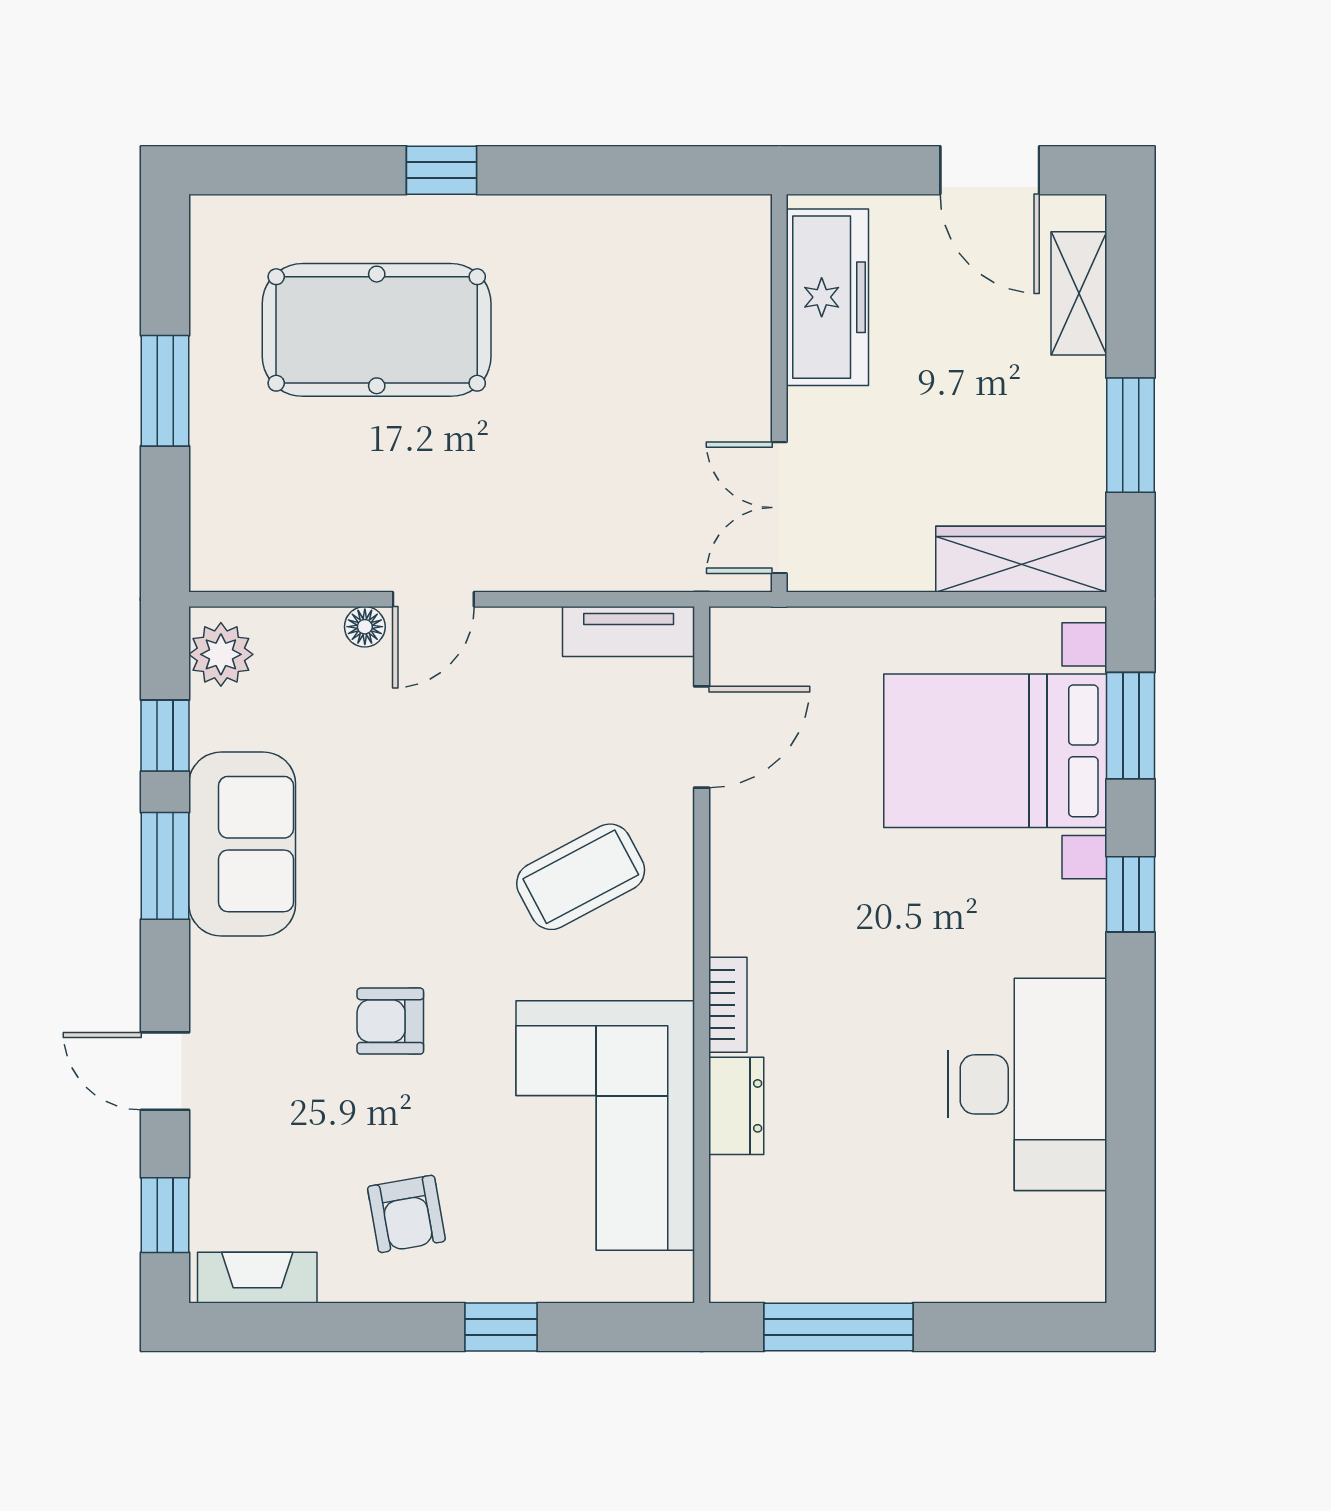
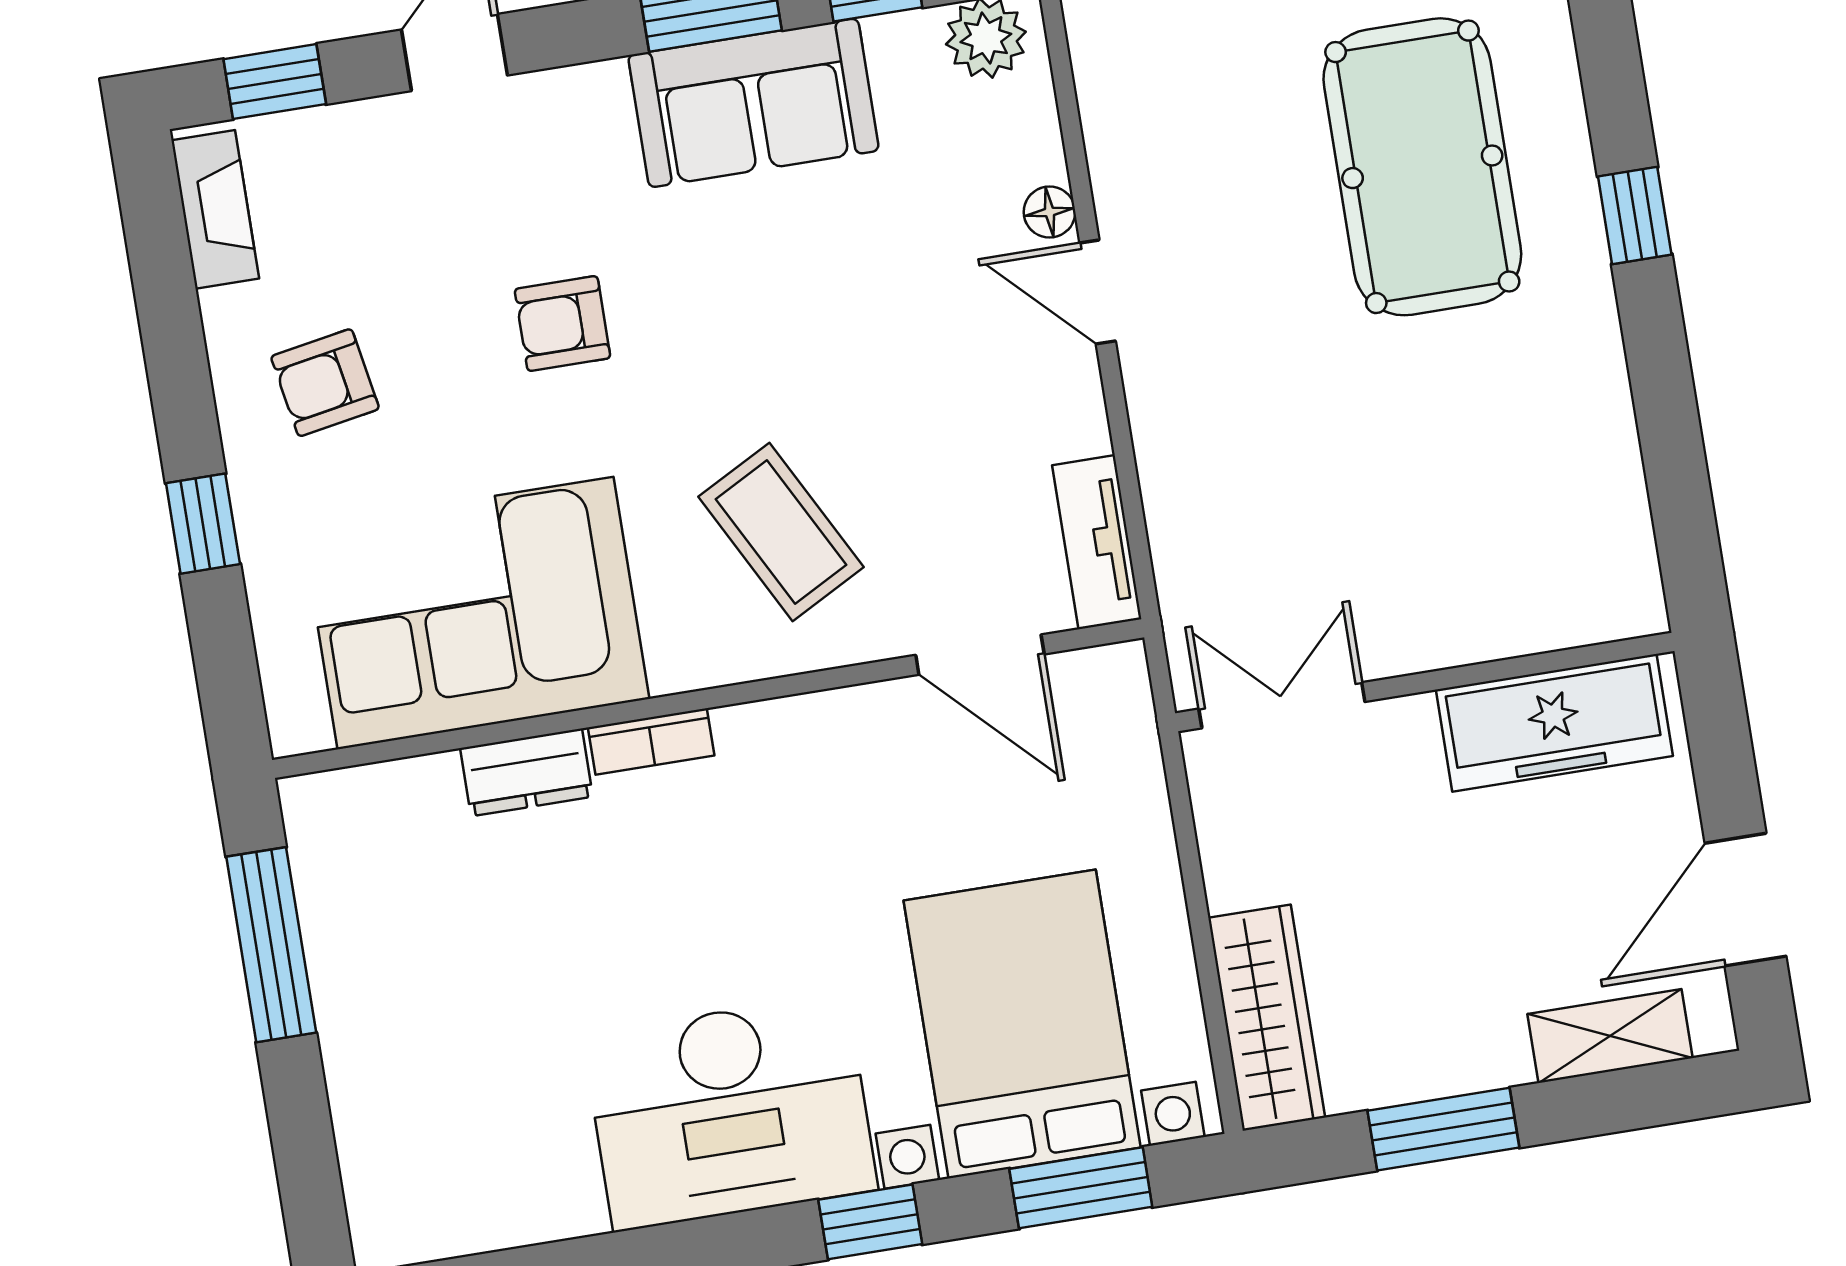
armchair: (390, 1021) -> (562, 324), turned -90
desk: (1027, 1084) -> (730, 1112), moved

